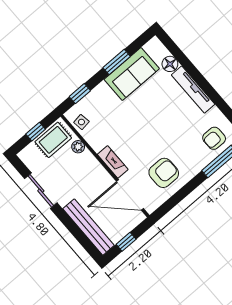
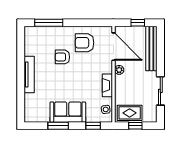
floor lamp: (170, 64) -> (30, 100), removed
sofa: (132, 74) -> (68, 112), moved
armchair: (214, 138) -> (62, 57), moved, turned 180
plant: (78, 147) -> (119, 70), moved
fireplace: (113, 162) -> (107, 85), moved

